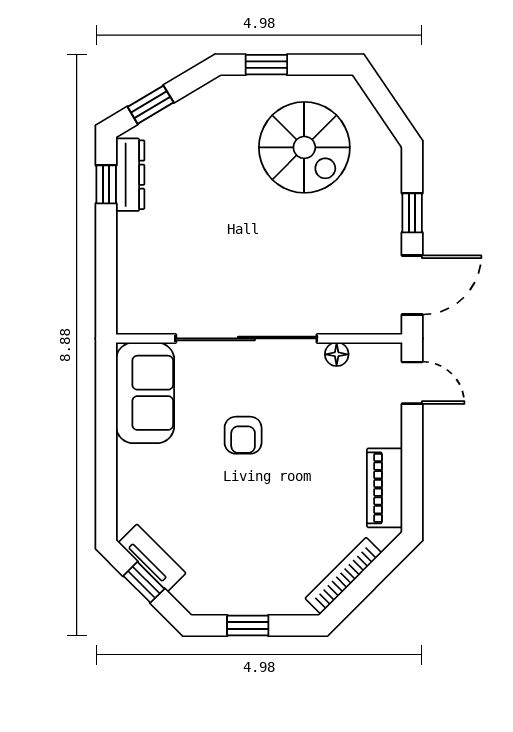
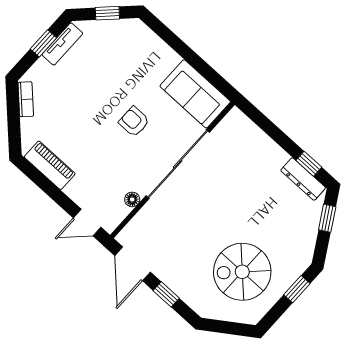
tv unit: (152, 558) -> (62, 44), moved, turned -45
bookcase: (343, 576) -> (26, 99), width x0.64

